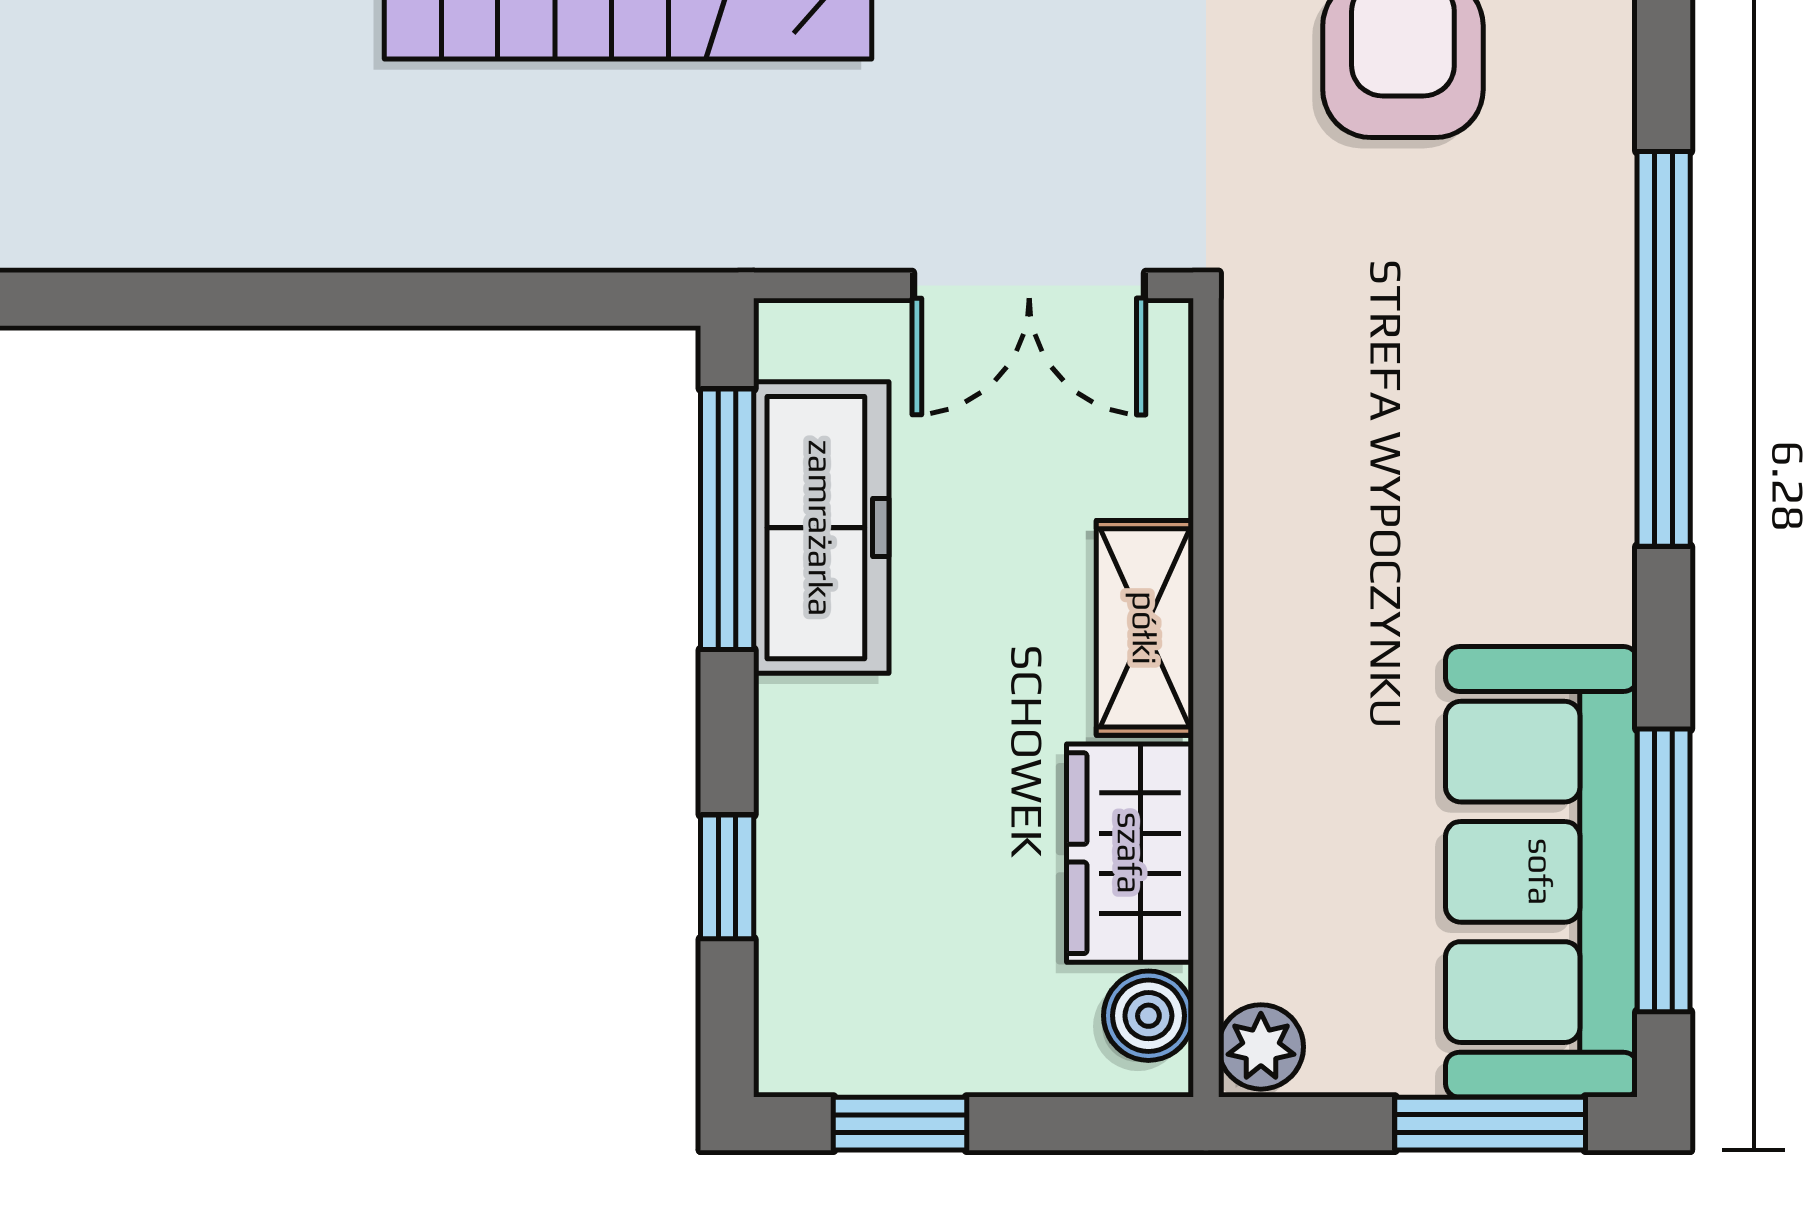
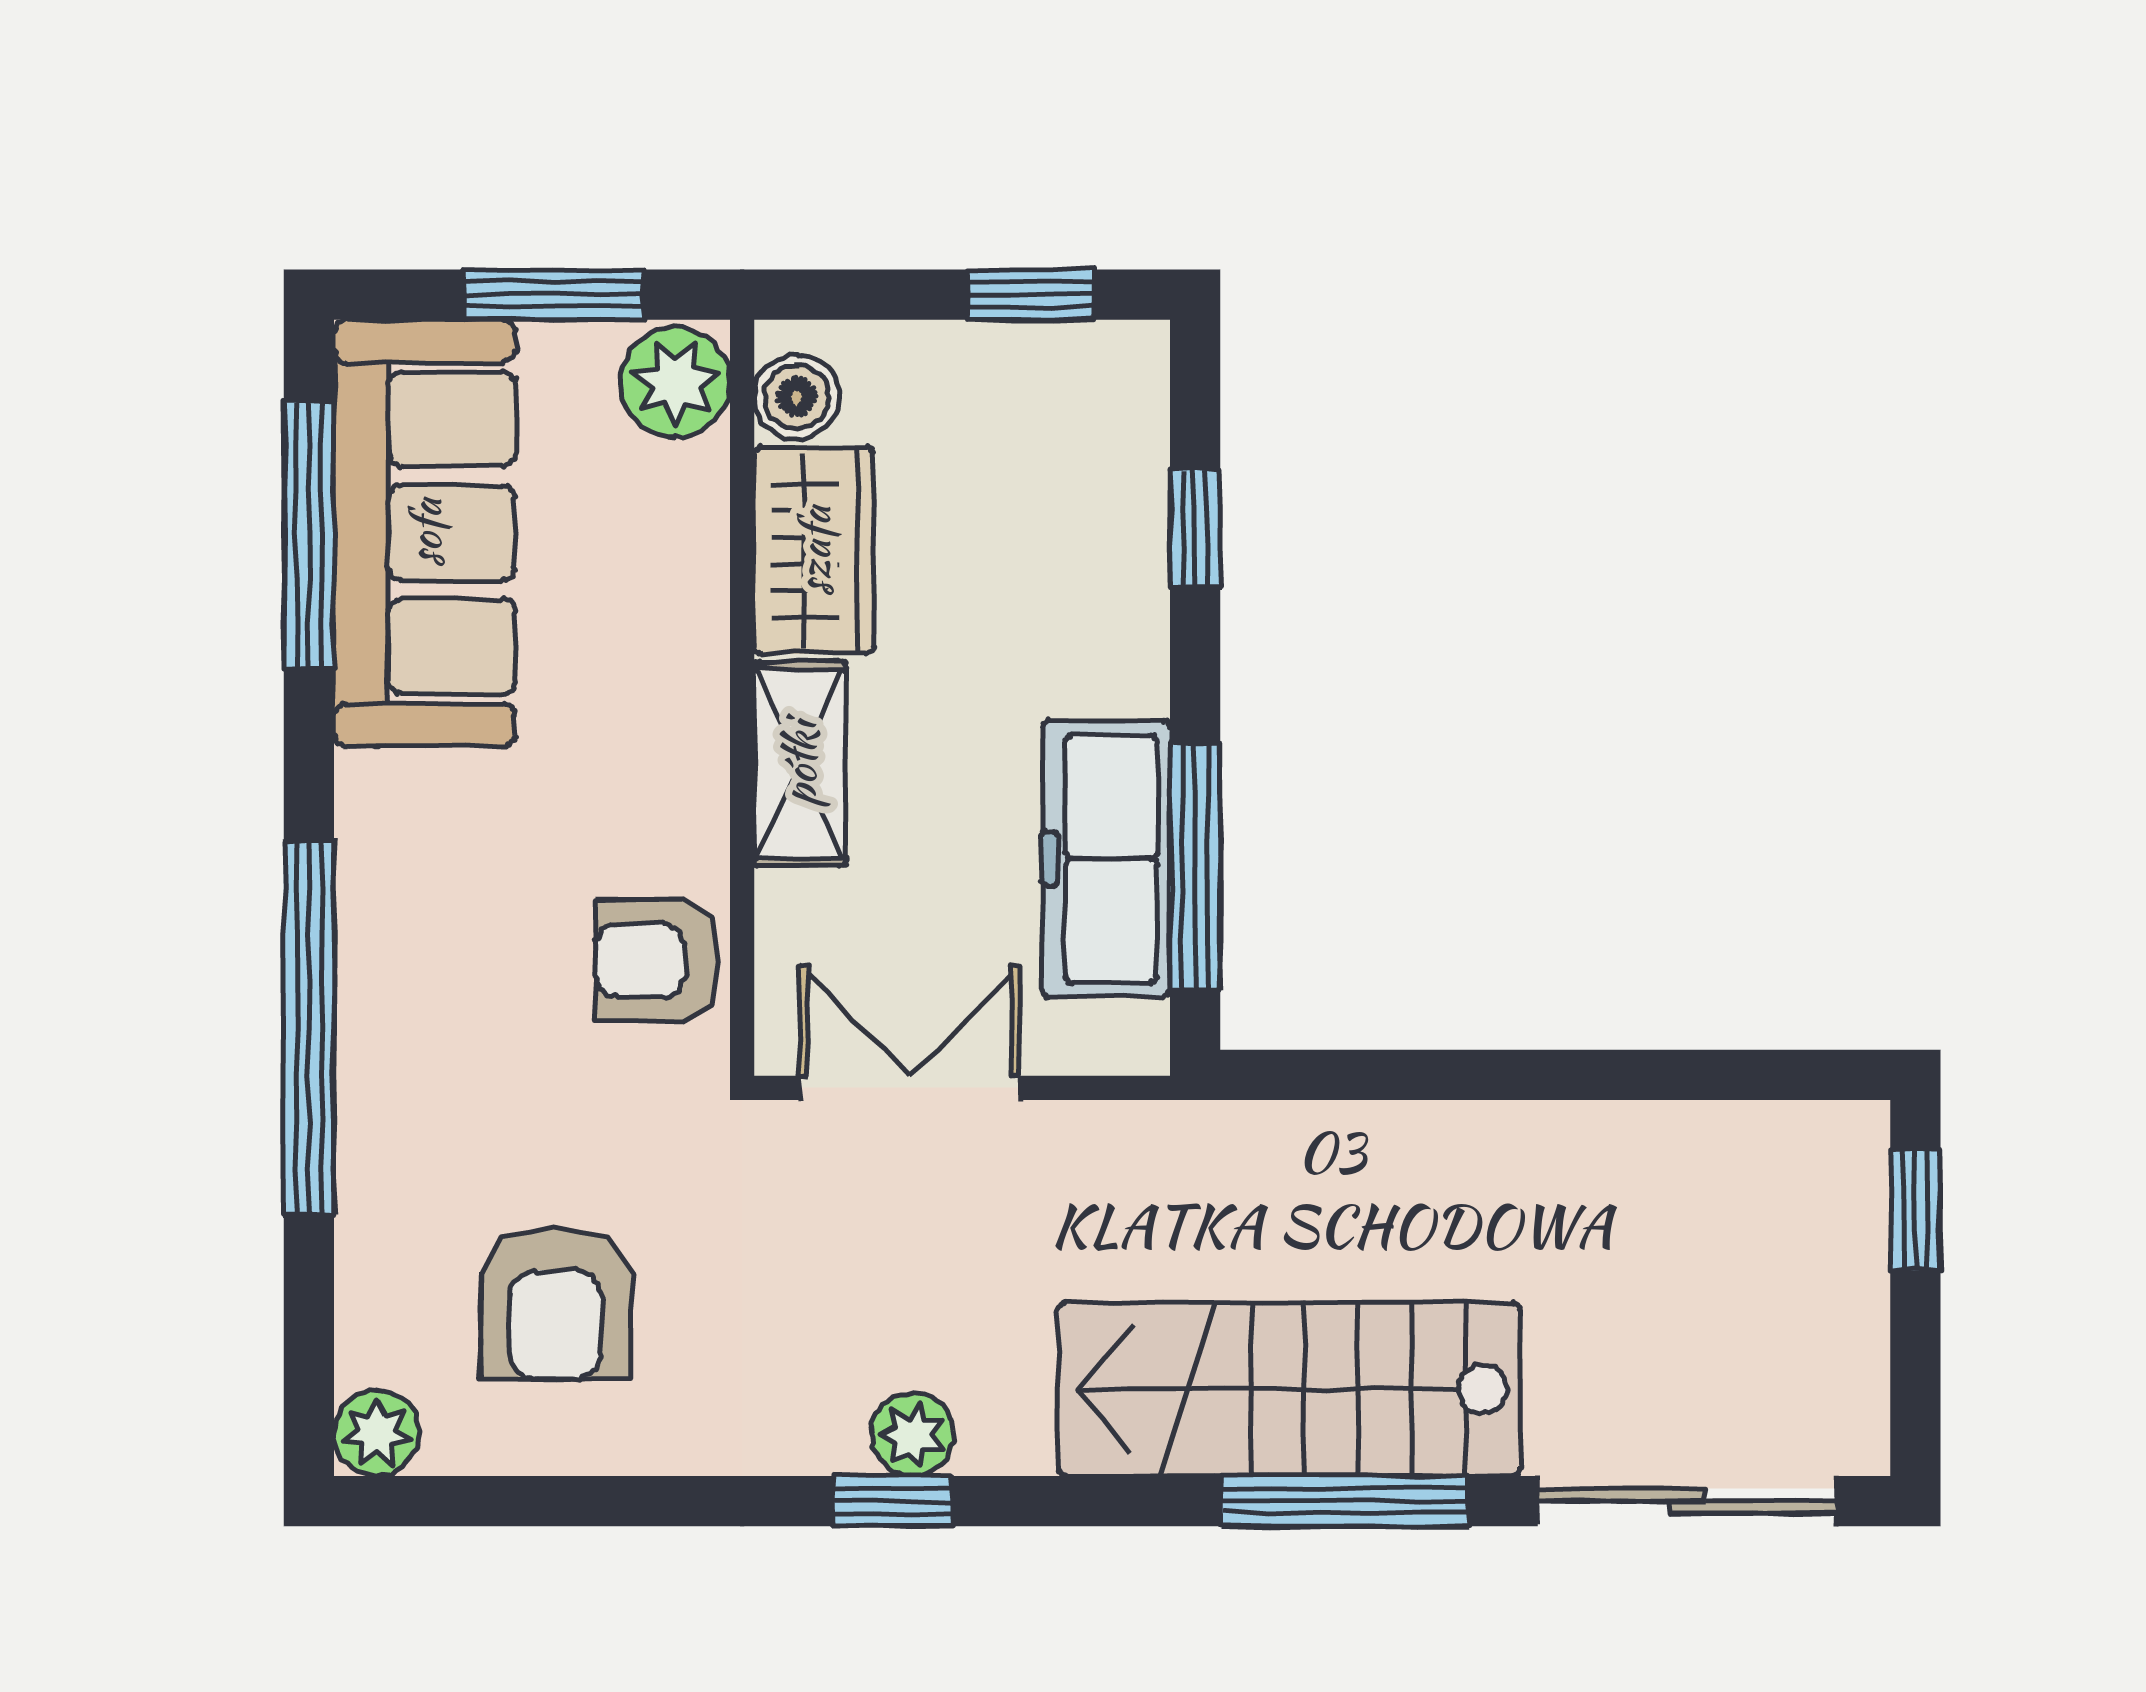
armchair: (1296, 420) -> (657, 961), added
plant: (1261, 1047) -> (675, 382), width x1.38, depth x1.38
window: (1490, 1124) -> (554, 295), moved

